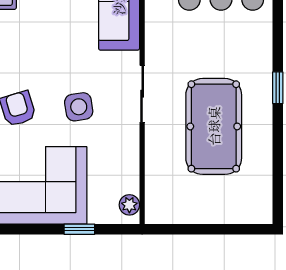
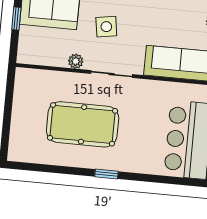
plant: (129, 205) -> (76, 61), moved

